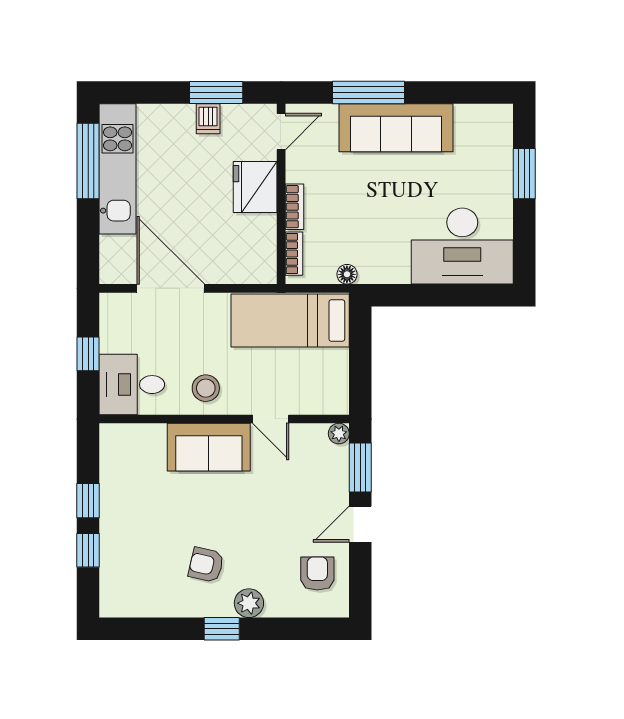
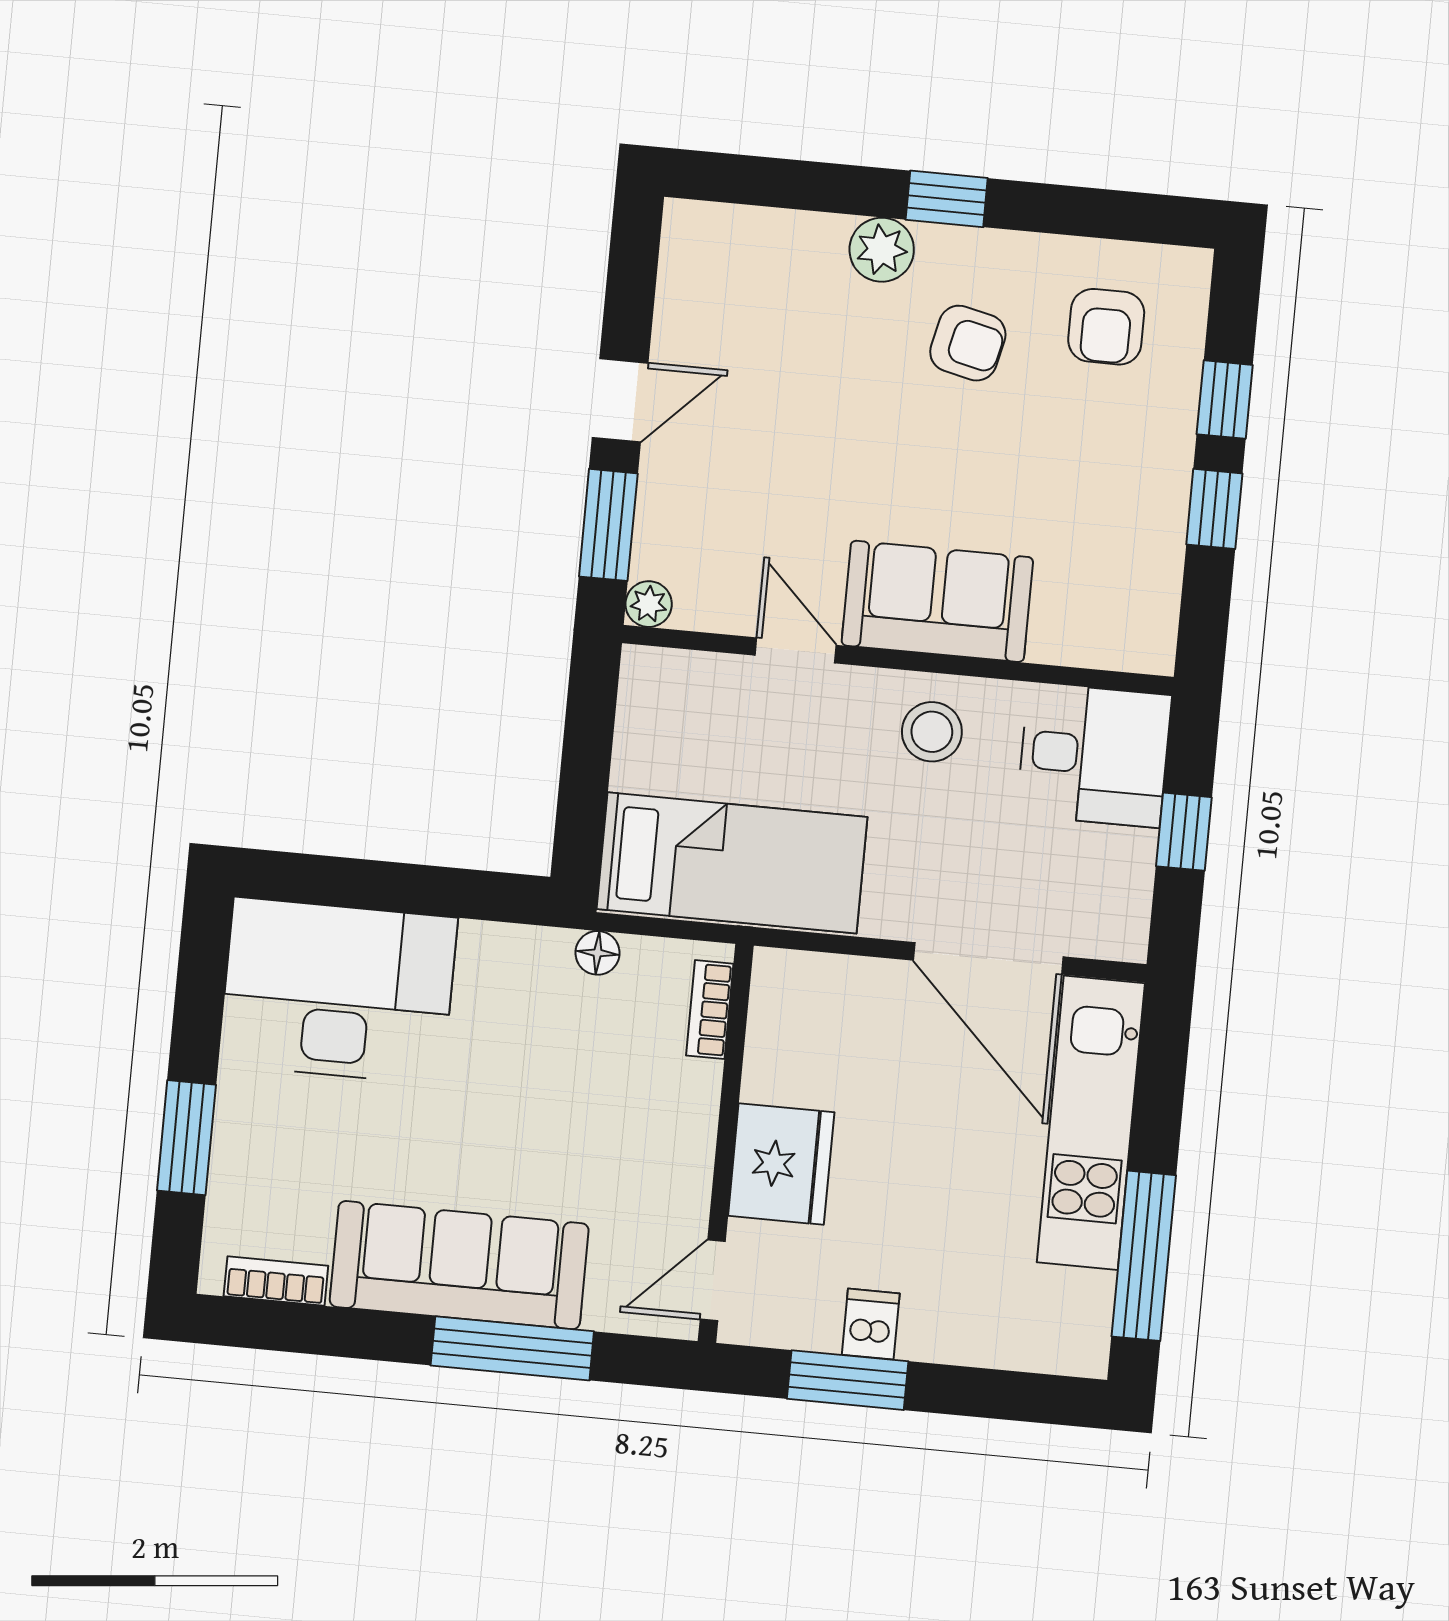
kitchen unit: (118, 169) -> (1091, 1123), moved
bookcase: (294, 207) -> (276, 1281), moved, turned 90
armchair: (317, 573) -> (1106, 327), moved

